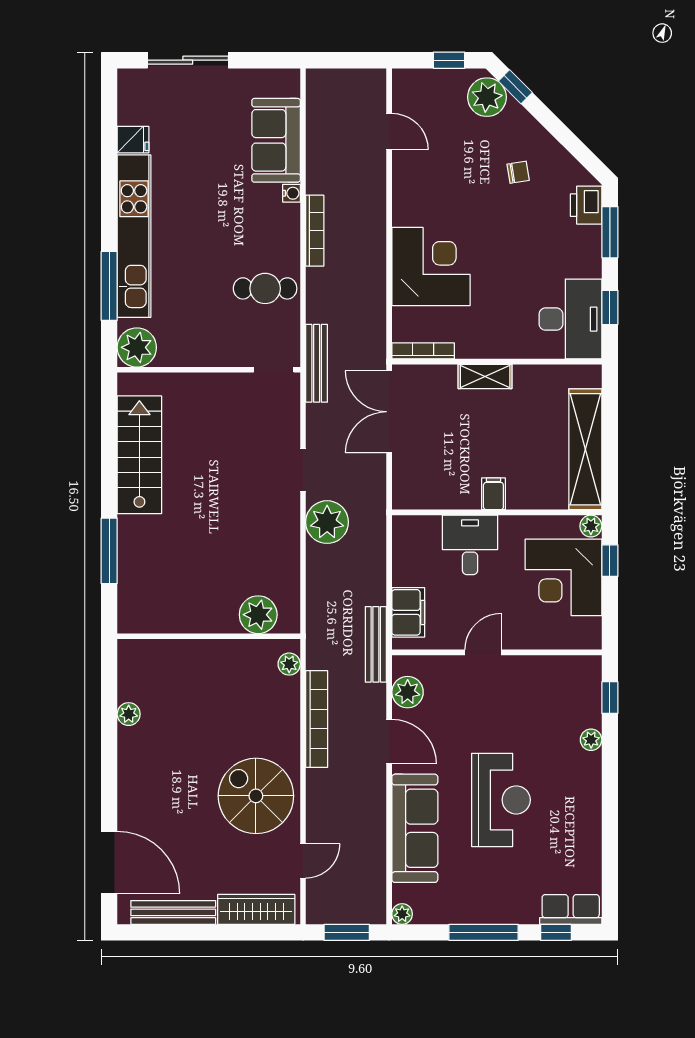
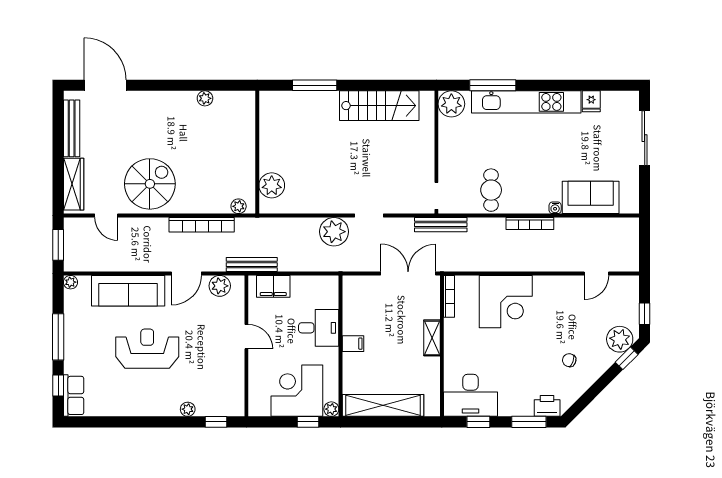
chair: (518, 172) -> (569, 360), turned 119
reception desk: (501, 800) -> (147, 349), turned 180
door: (109, 862) -> (105, 85), swing flipped

